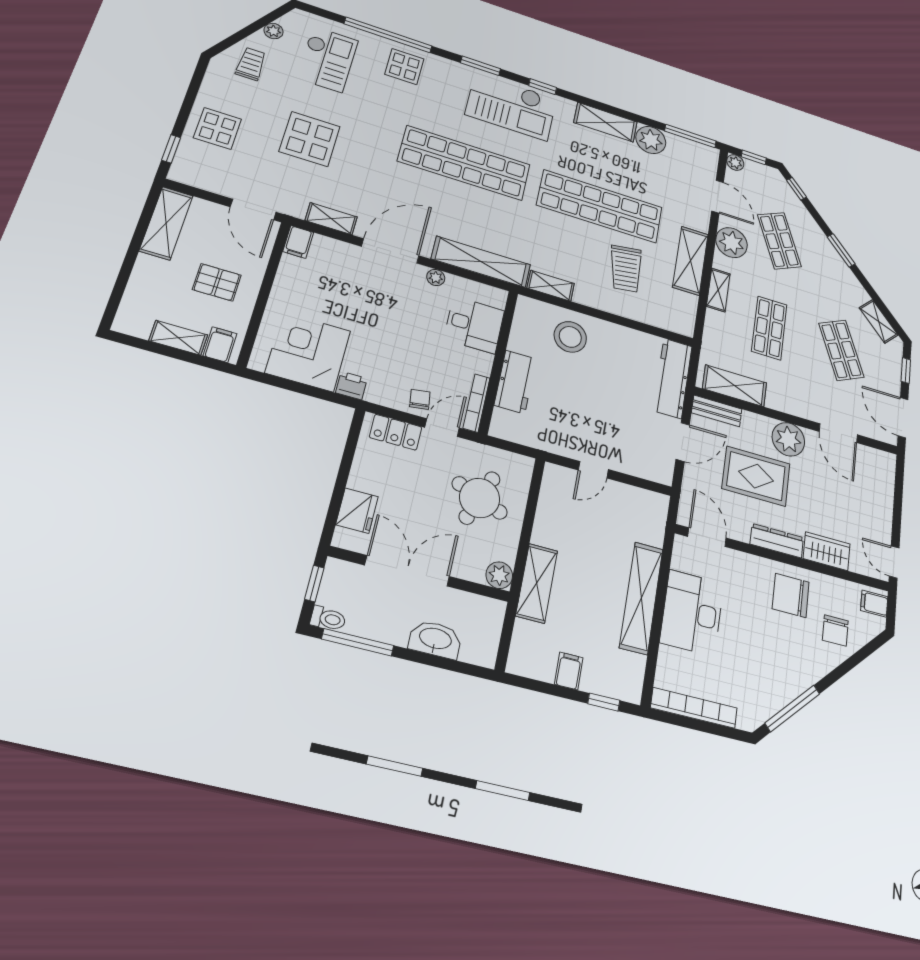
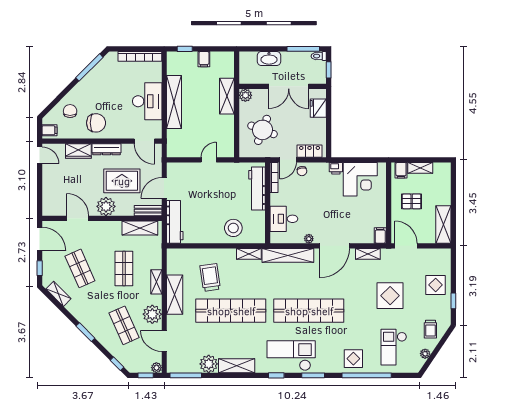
window: (171, 149) -> (453, 301), moved
workbench: (515, 382) -> (257, 189), width x1.38

